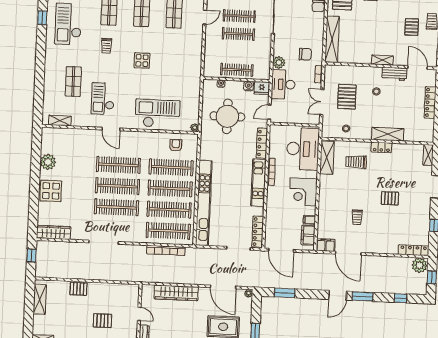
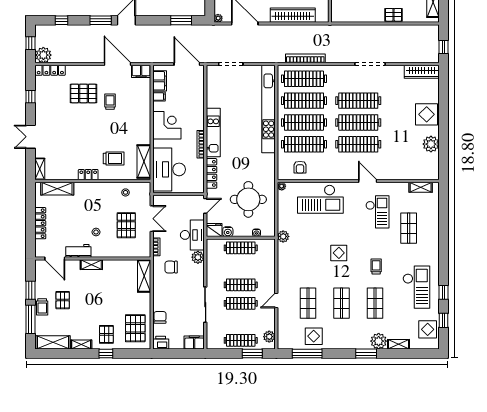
shelving: (332, 39) -> (144, 276), width x0.68
plant: (195, 79) -> (283, 236), added
shelving: (388, 134) -> (57, 189), moved
pallet: (390, 198) -> (83, 93), moved, width x1.50, depth x1.42
locker: (258, 232) -> (212, 82), removed

